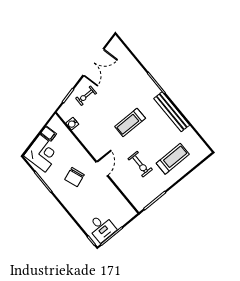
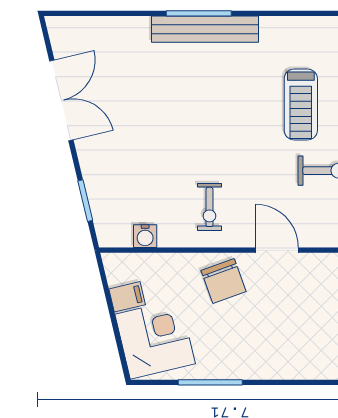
exercise bike: (86, 96) -> (209, 207), moved
bench: (172, 112) -> (205, 29), moved
treadmill: (130, 122) -> (301, 105), moved
chair: (74, 177) -> (224, 281), moved

